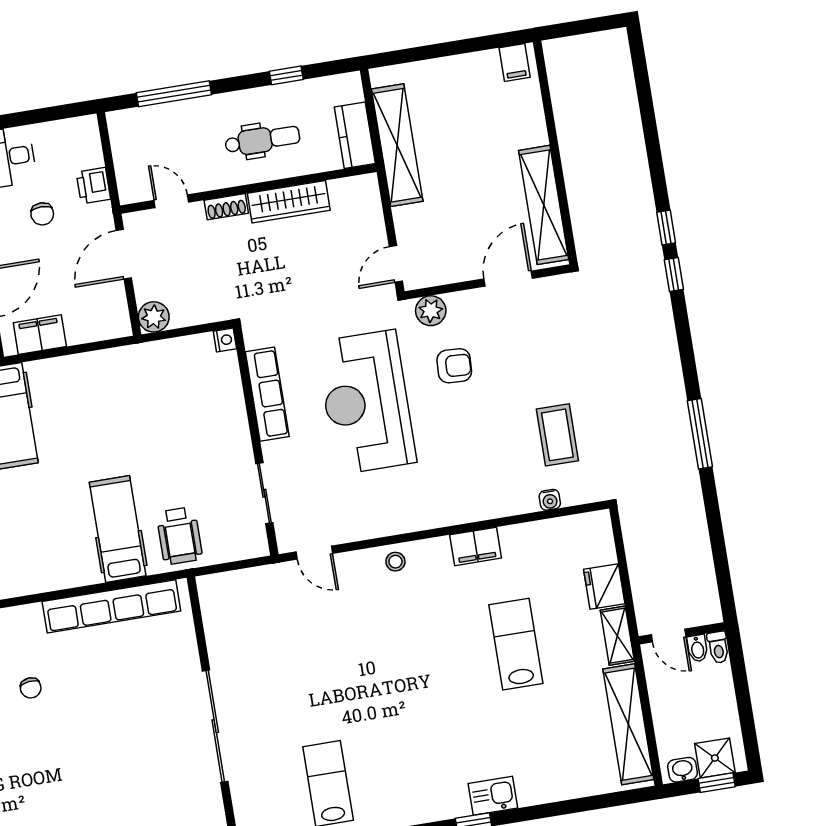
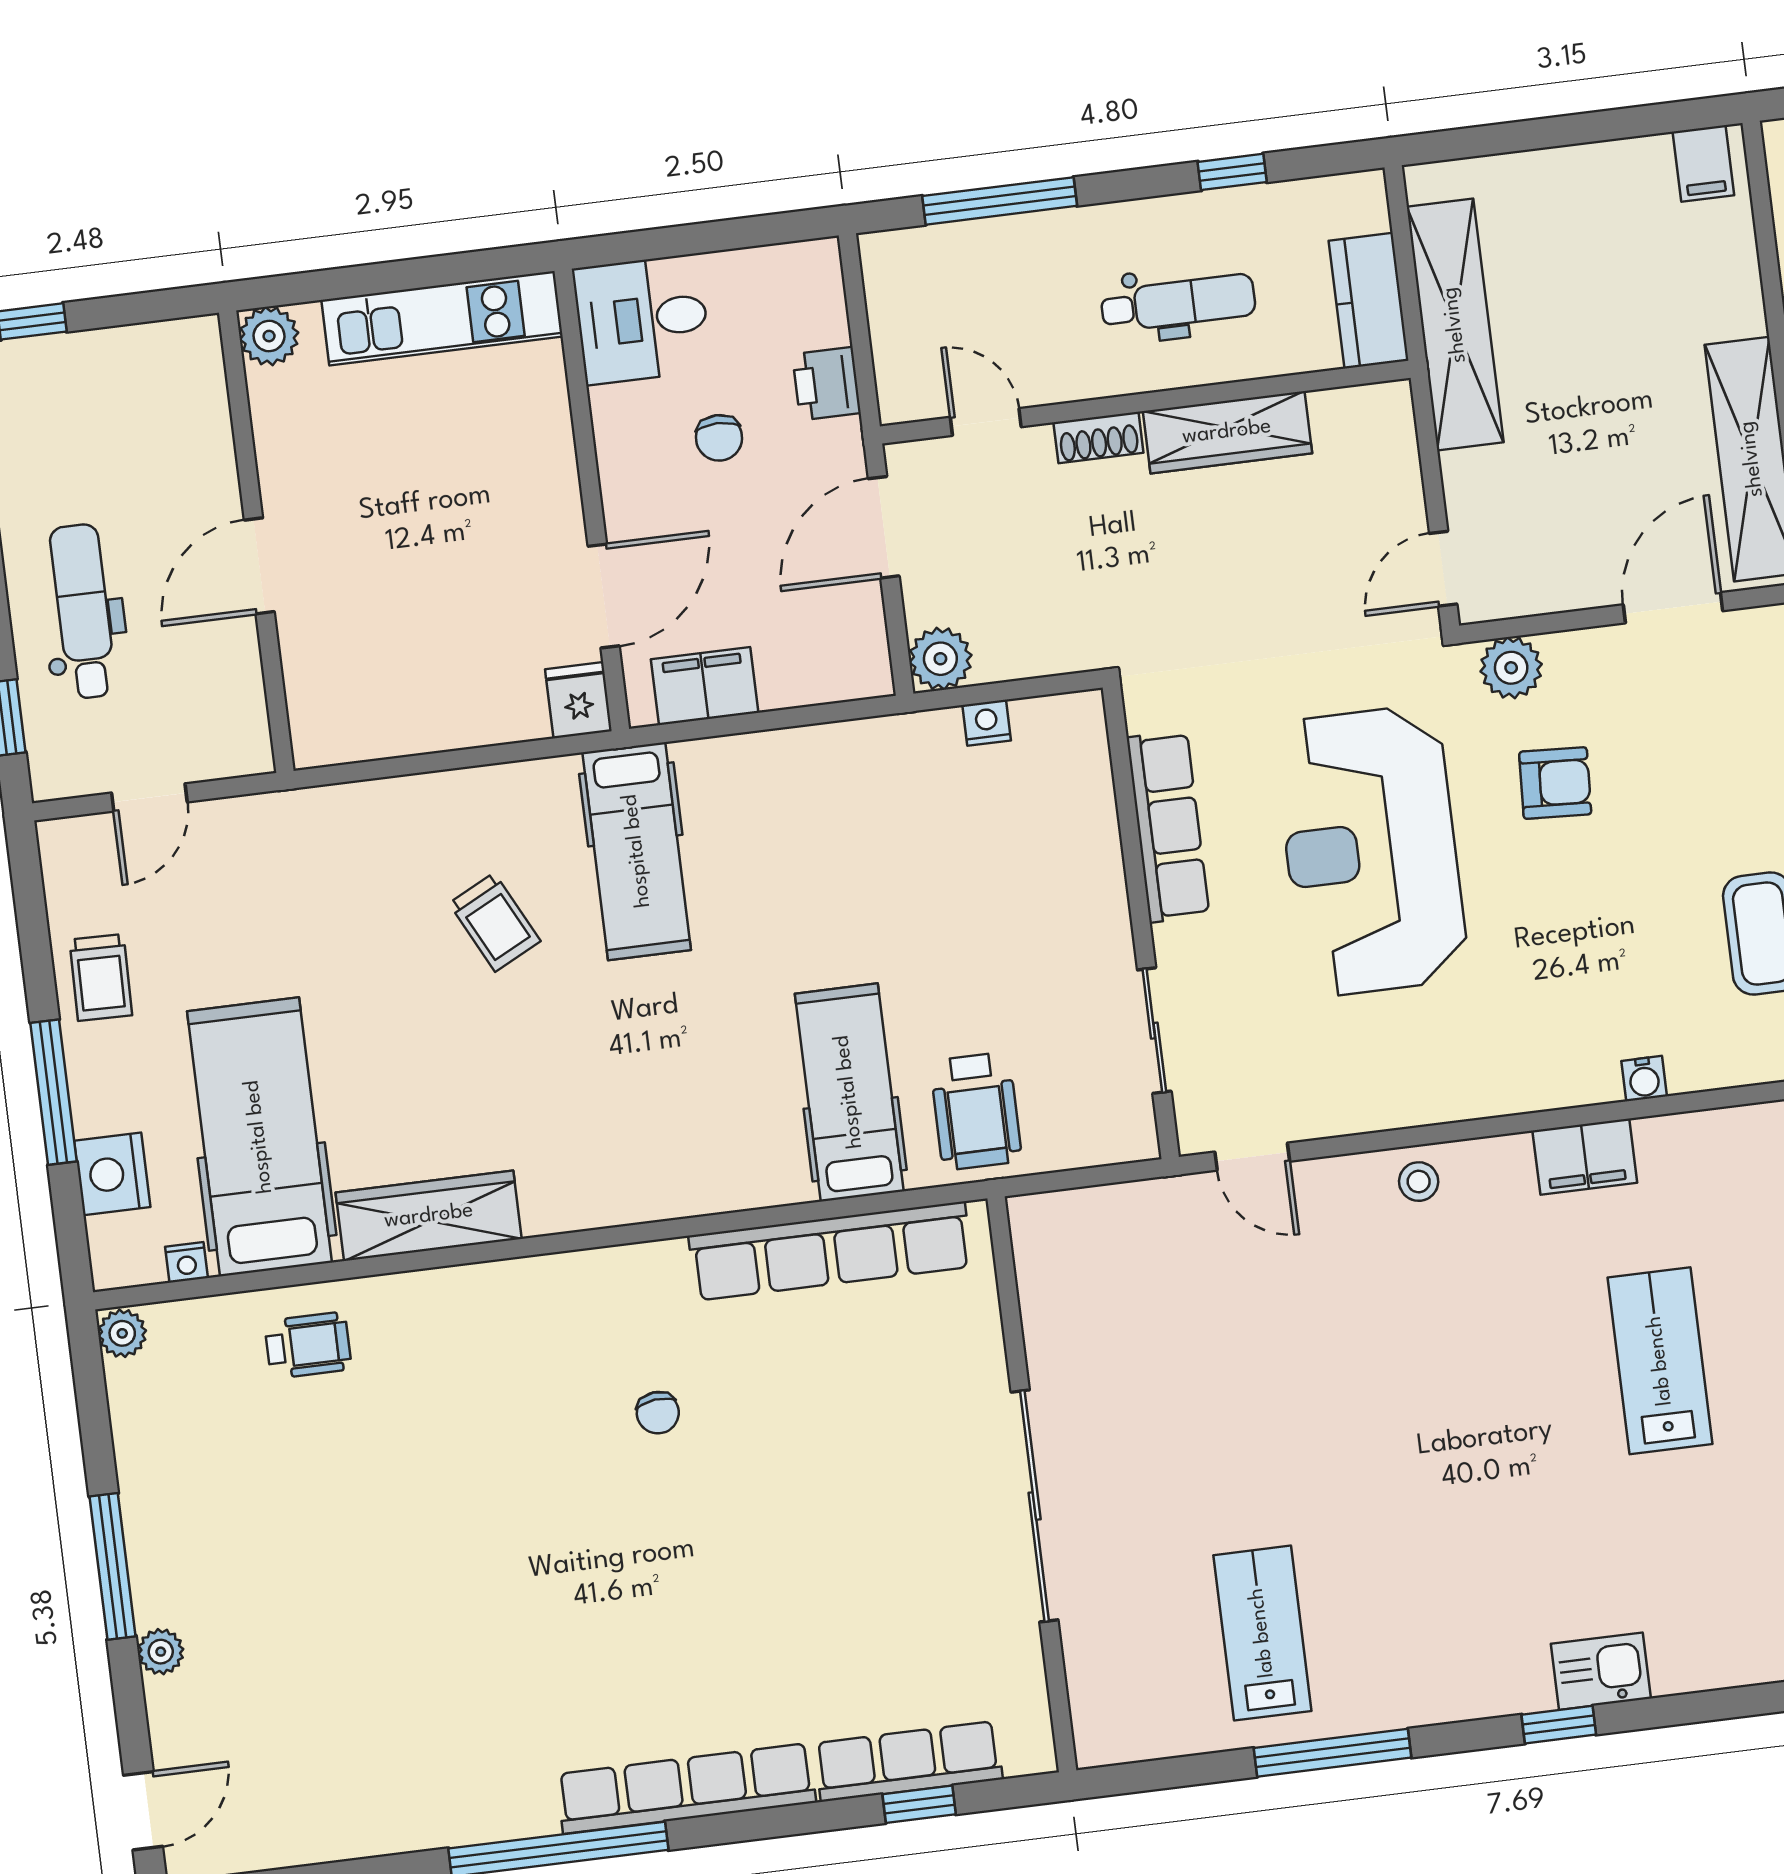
nightstand: (225, 340) -> (987, 723), moved, turned -90
water cooler: (550, 500) -> (1644, 1079), moved

